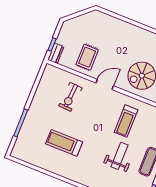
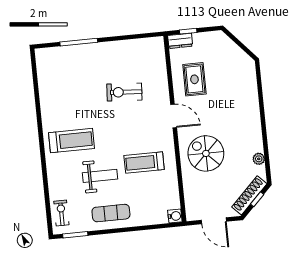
rug: (87, 57) -> (194, 79), turned 90
exercise bike: (70, 97) -> (124, 92), moved
treadmill: (64, 143) -> (71, 141), moved, turned 90

